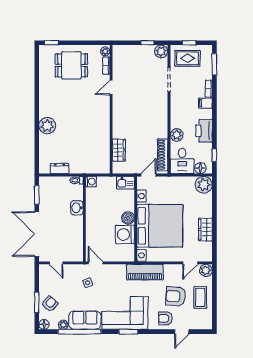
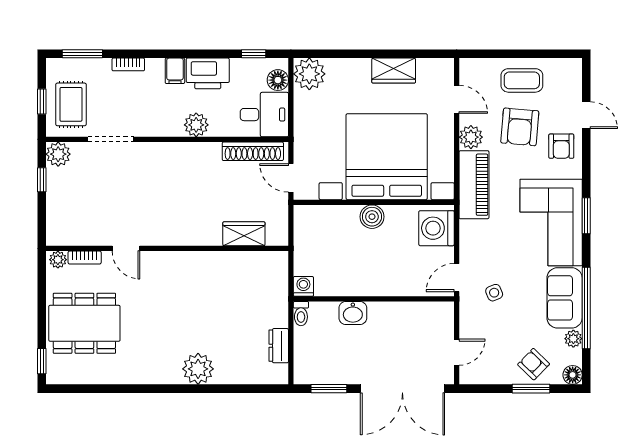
dining table: (71, 65) -> (84, 323), width x1.38
filing cabinet: (205, 103) -> (175, 71), moved
plant: (177, 135) -> (196, 125), moved
kitchen sink: (125, 183) -> (306, 221), removed
washing machine: (125, 234) -> (437, 228), moved, turned 90
plant: (206, 270) -> (471, 137), moved

